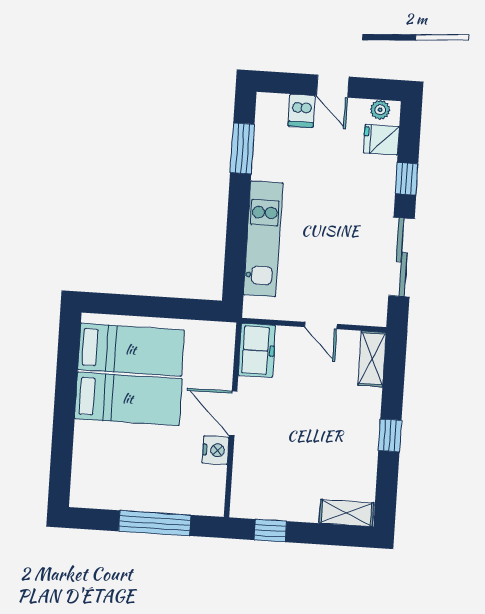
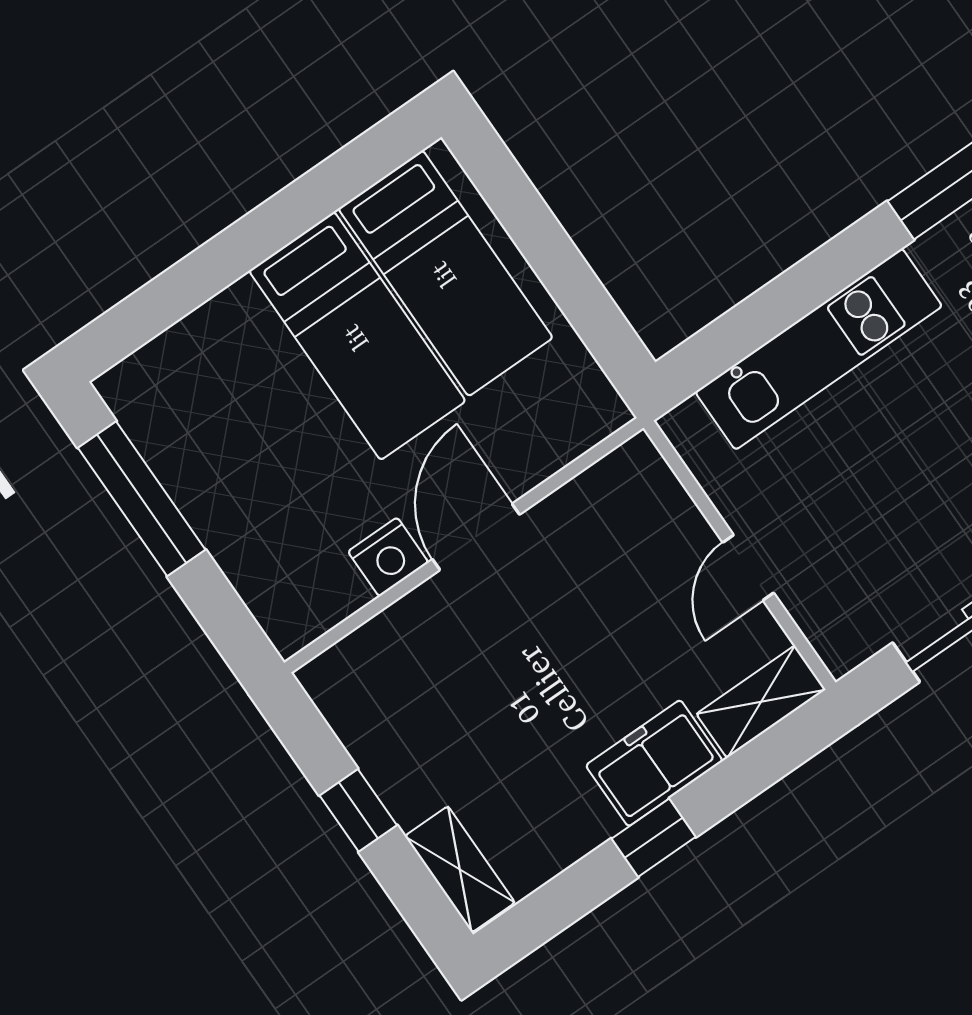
freezer: (257, 350) -> (654, 763), moved, turned 180
window: (155, 523) -> (142, 499), moved
window: (270, 531) -> (358, 810), moved

